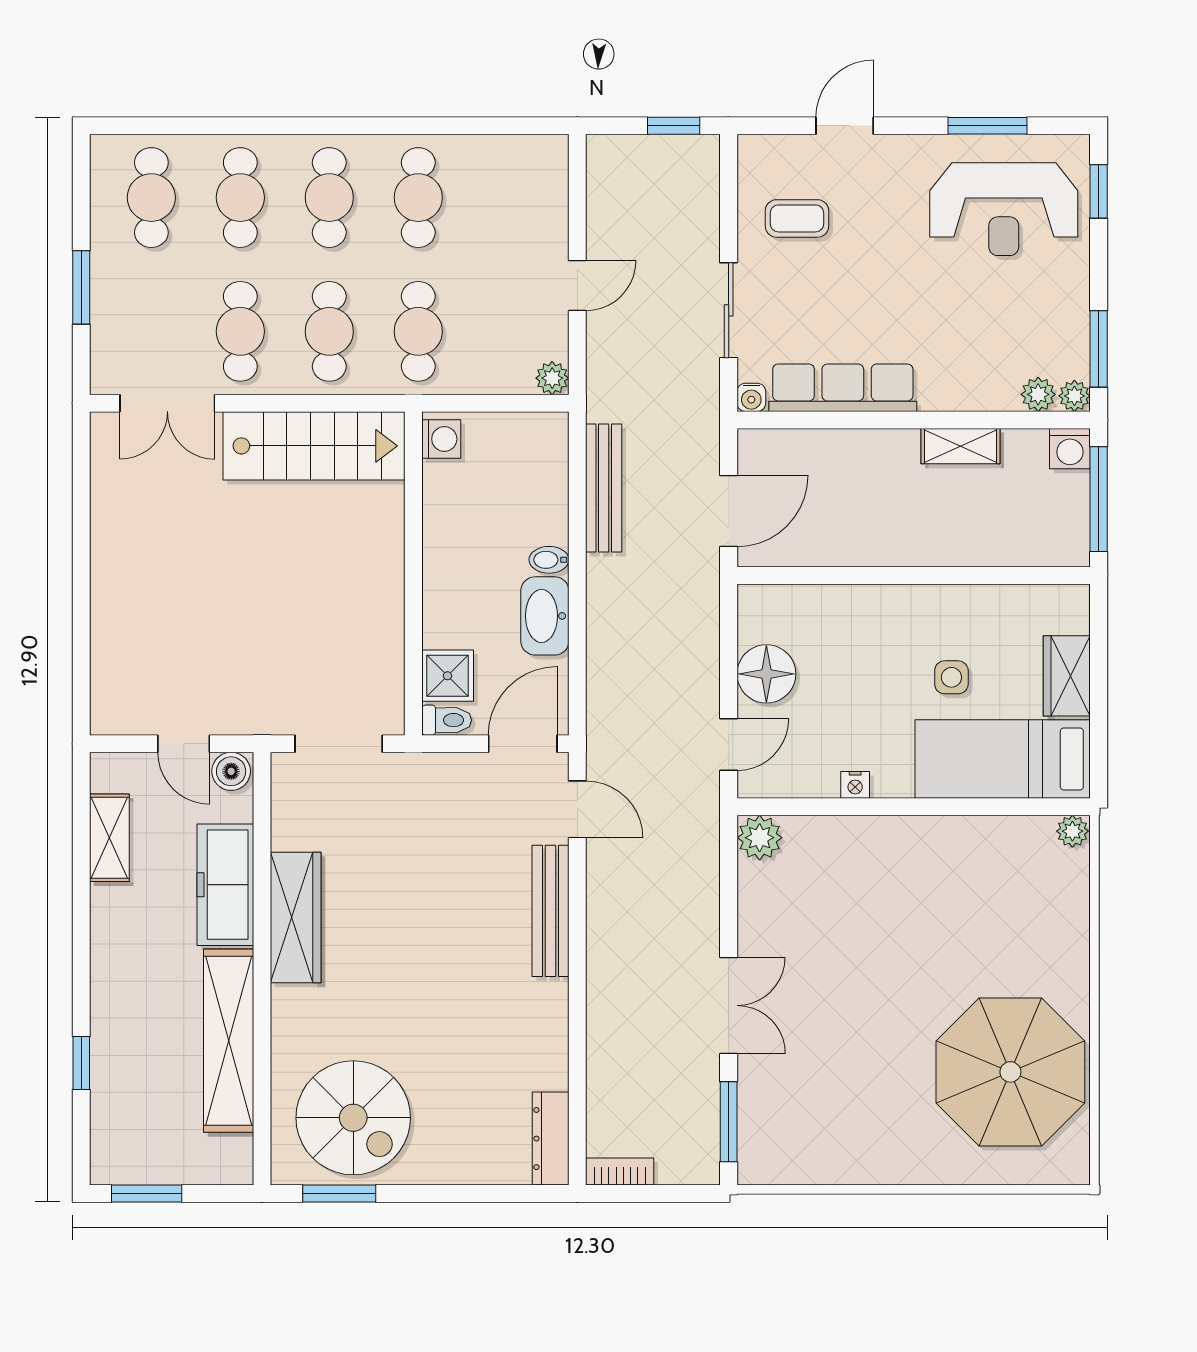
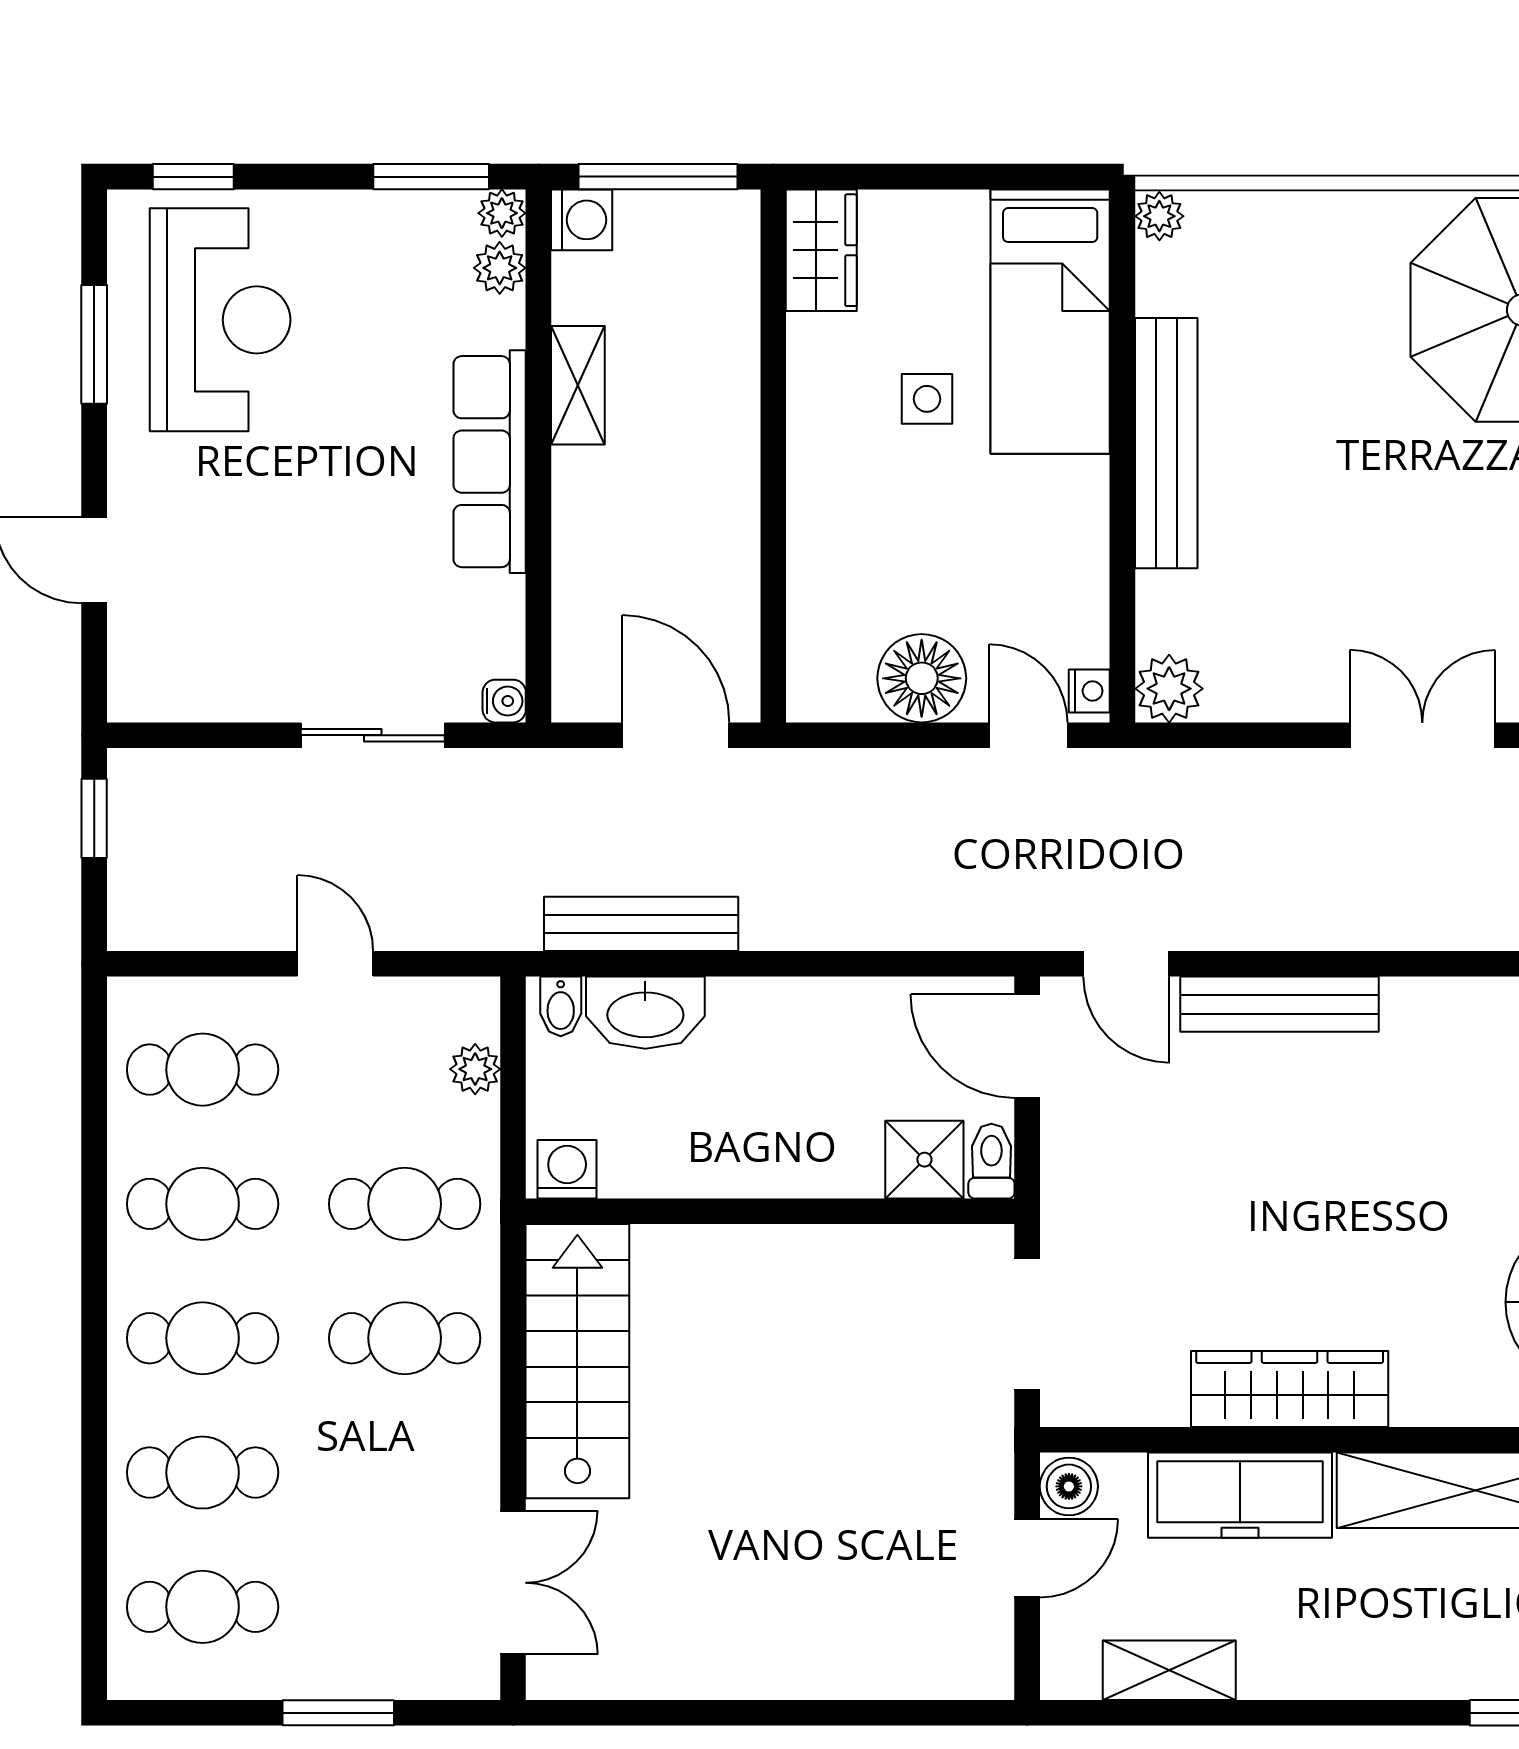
coffee table: (797, 218) -> (234, 632), removed
cafe table: (240, 331) -> (203, 1070), moved
plant: (552, 378) -> (475, 1069), moved
row of seats: (843, 388) -> (490, 462), moved
bidet: (549, 560) -> (561, 1006), moved
washbasin: (545, 616) -> (645, 1013), moved
wardrobe: (1067, 676) -> (821, 250), moved, turned -90
nightstand: (855, 785) -> (1089, 691), moved
door: (577, 809) -> (1126, 964), swing flipped
bench: (922, 836) -> (1166, 443), added

